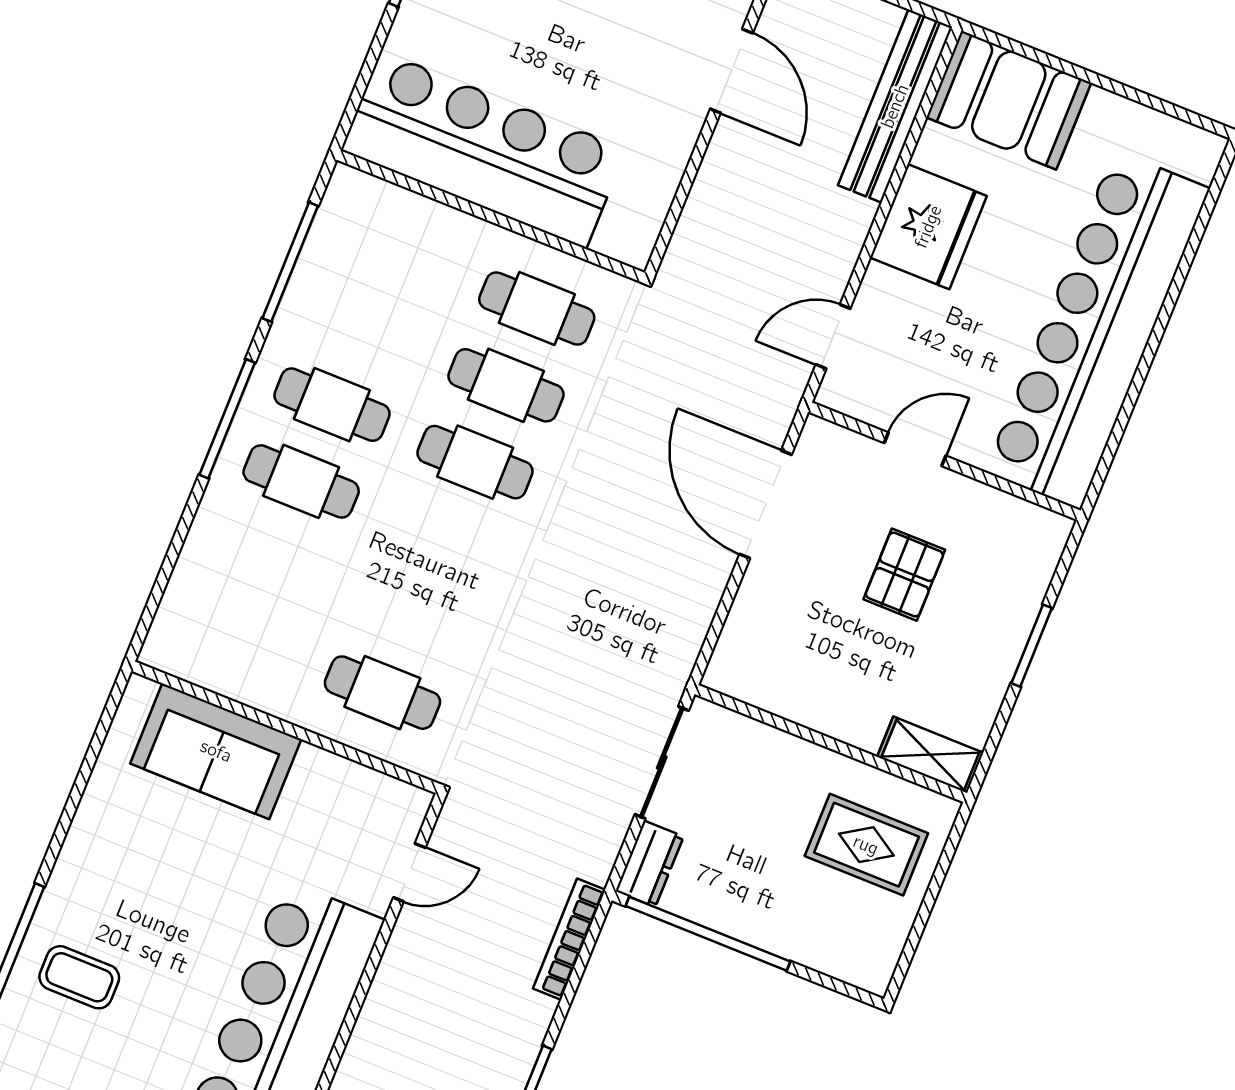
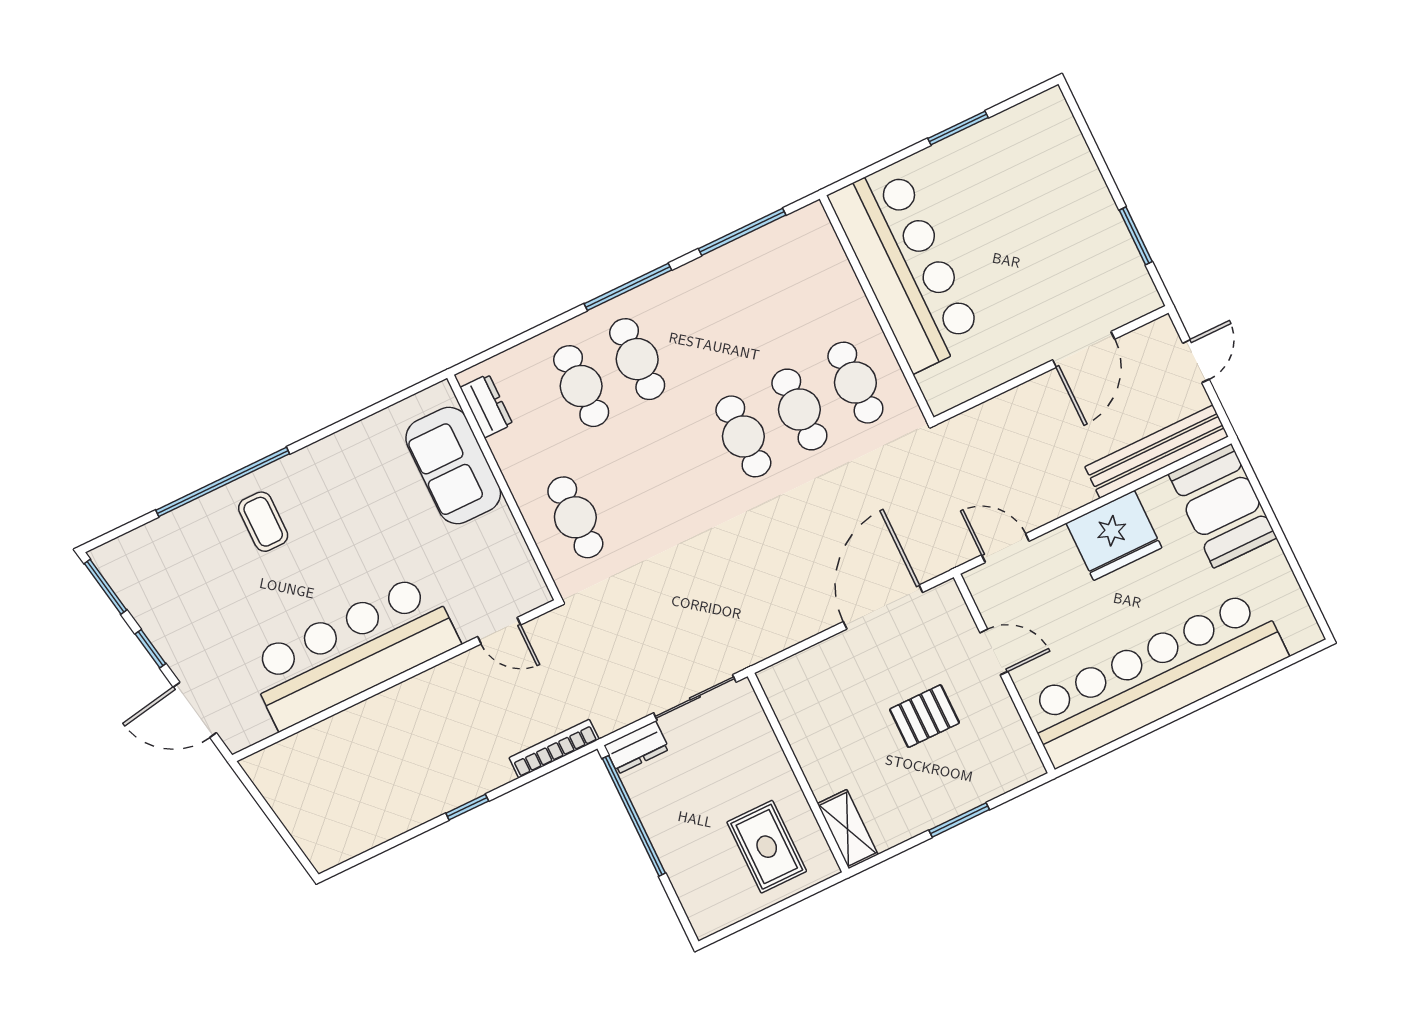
cafe table: (332, 405) -> (581, 386), moved
dresser: (195, 663) -> (486, 406), added

